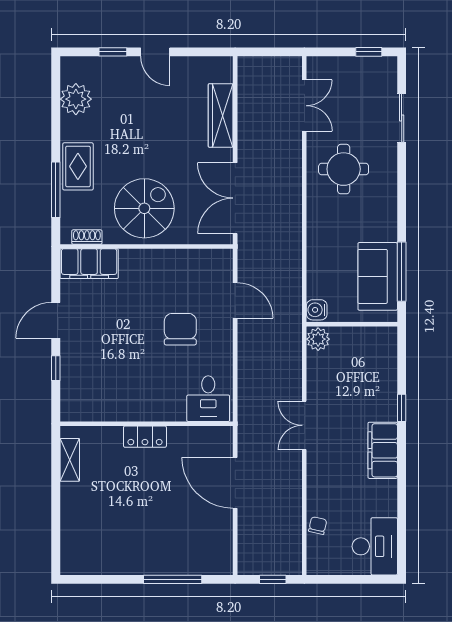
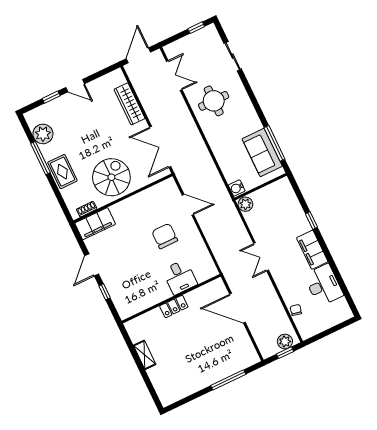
door: (267, 52) -> (138, 55), added
window: (56, 190) -> (41, 158), moved
desk: (208, 399) -> (180, 277), moved
shelving: (70, 460) -> (145, 355), moved
desk: (375, 546) -> (324, 285), moved
plant: (280, 563) -> (285, 341), added

